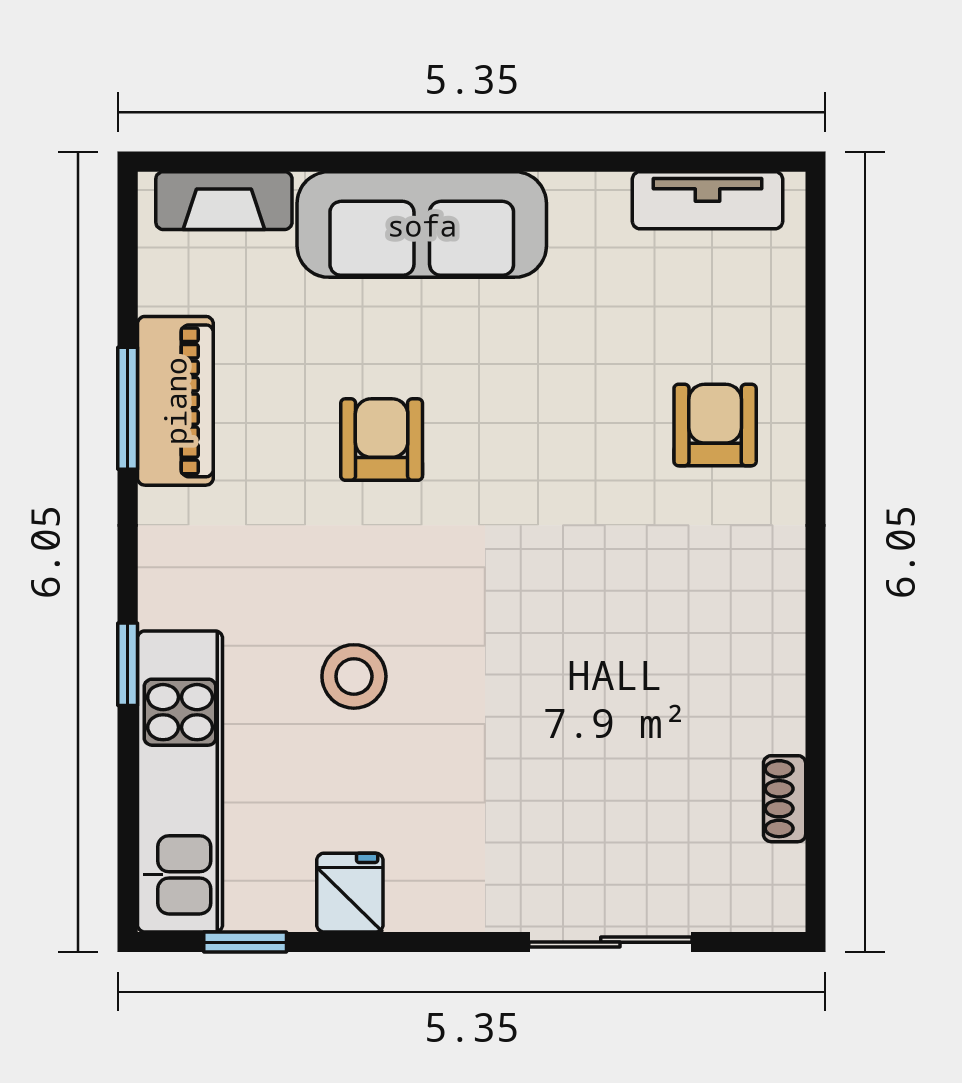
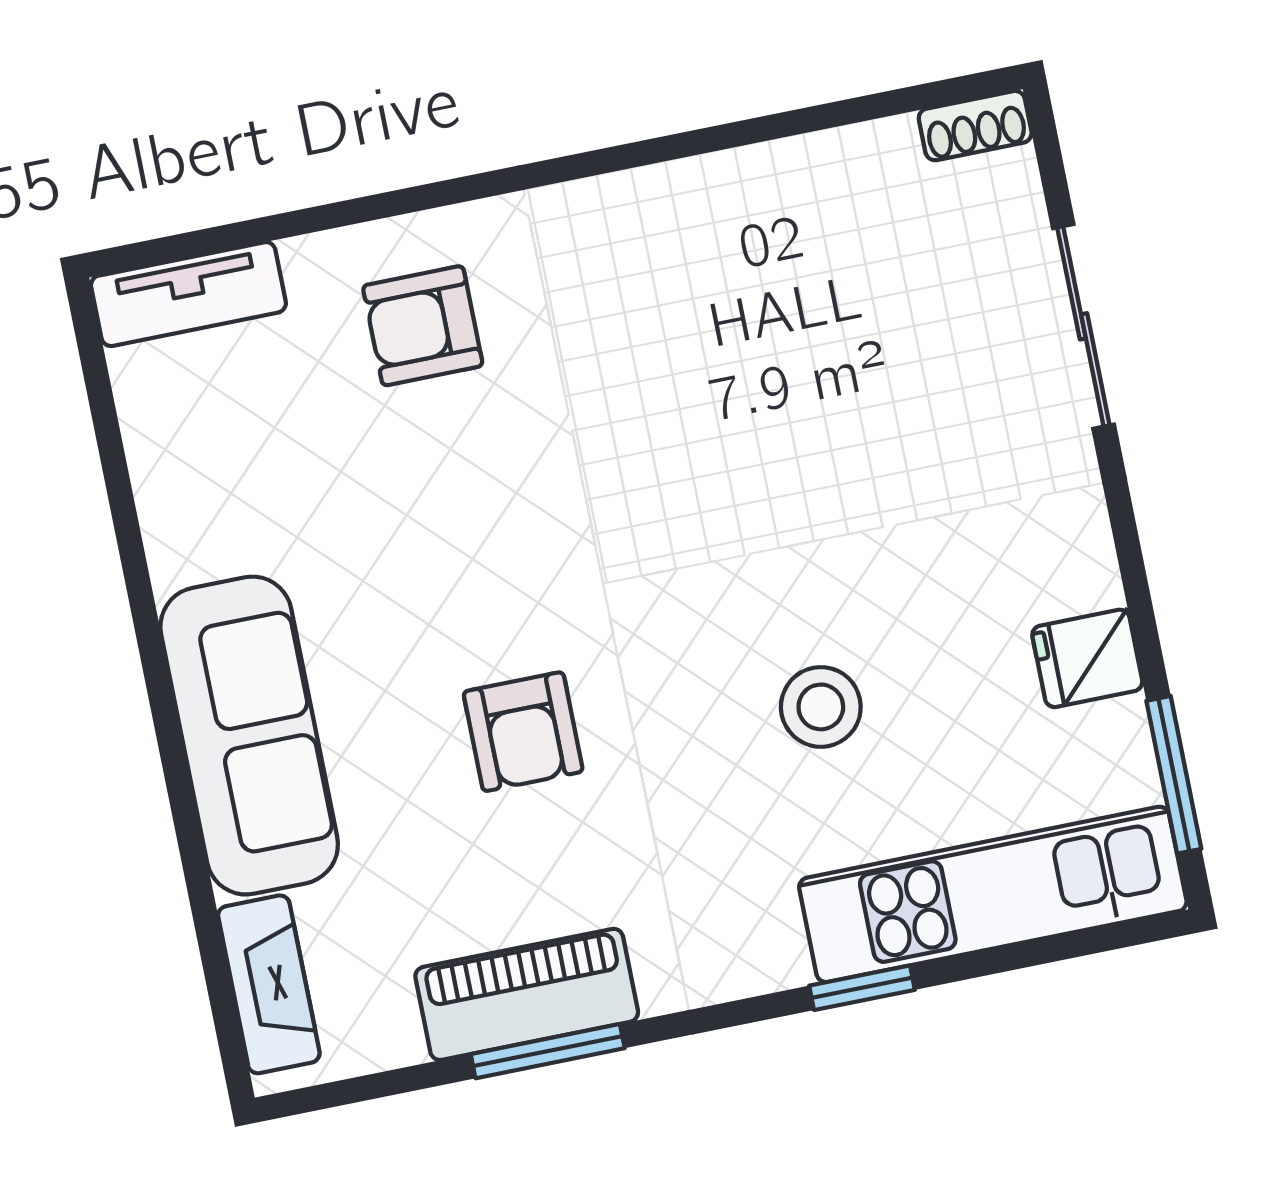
tv unit: (708, 200) -> (188, 294), moved, turned 90
armchair: (382, 440) -> (523, 732), turned -90
shoe rack: (785, 799) -> (975, 126), moved
window: (245, 942) -> (1174, 775), width x1.50

